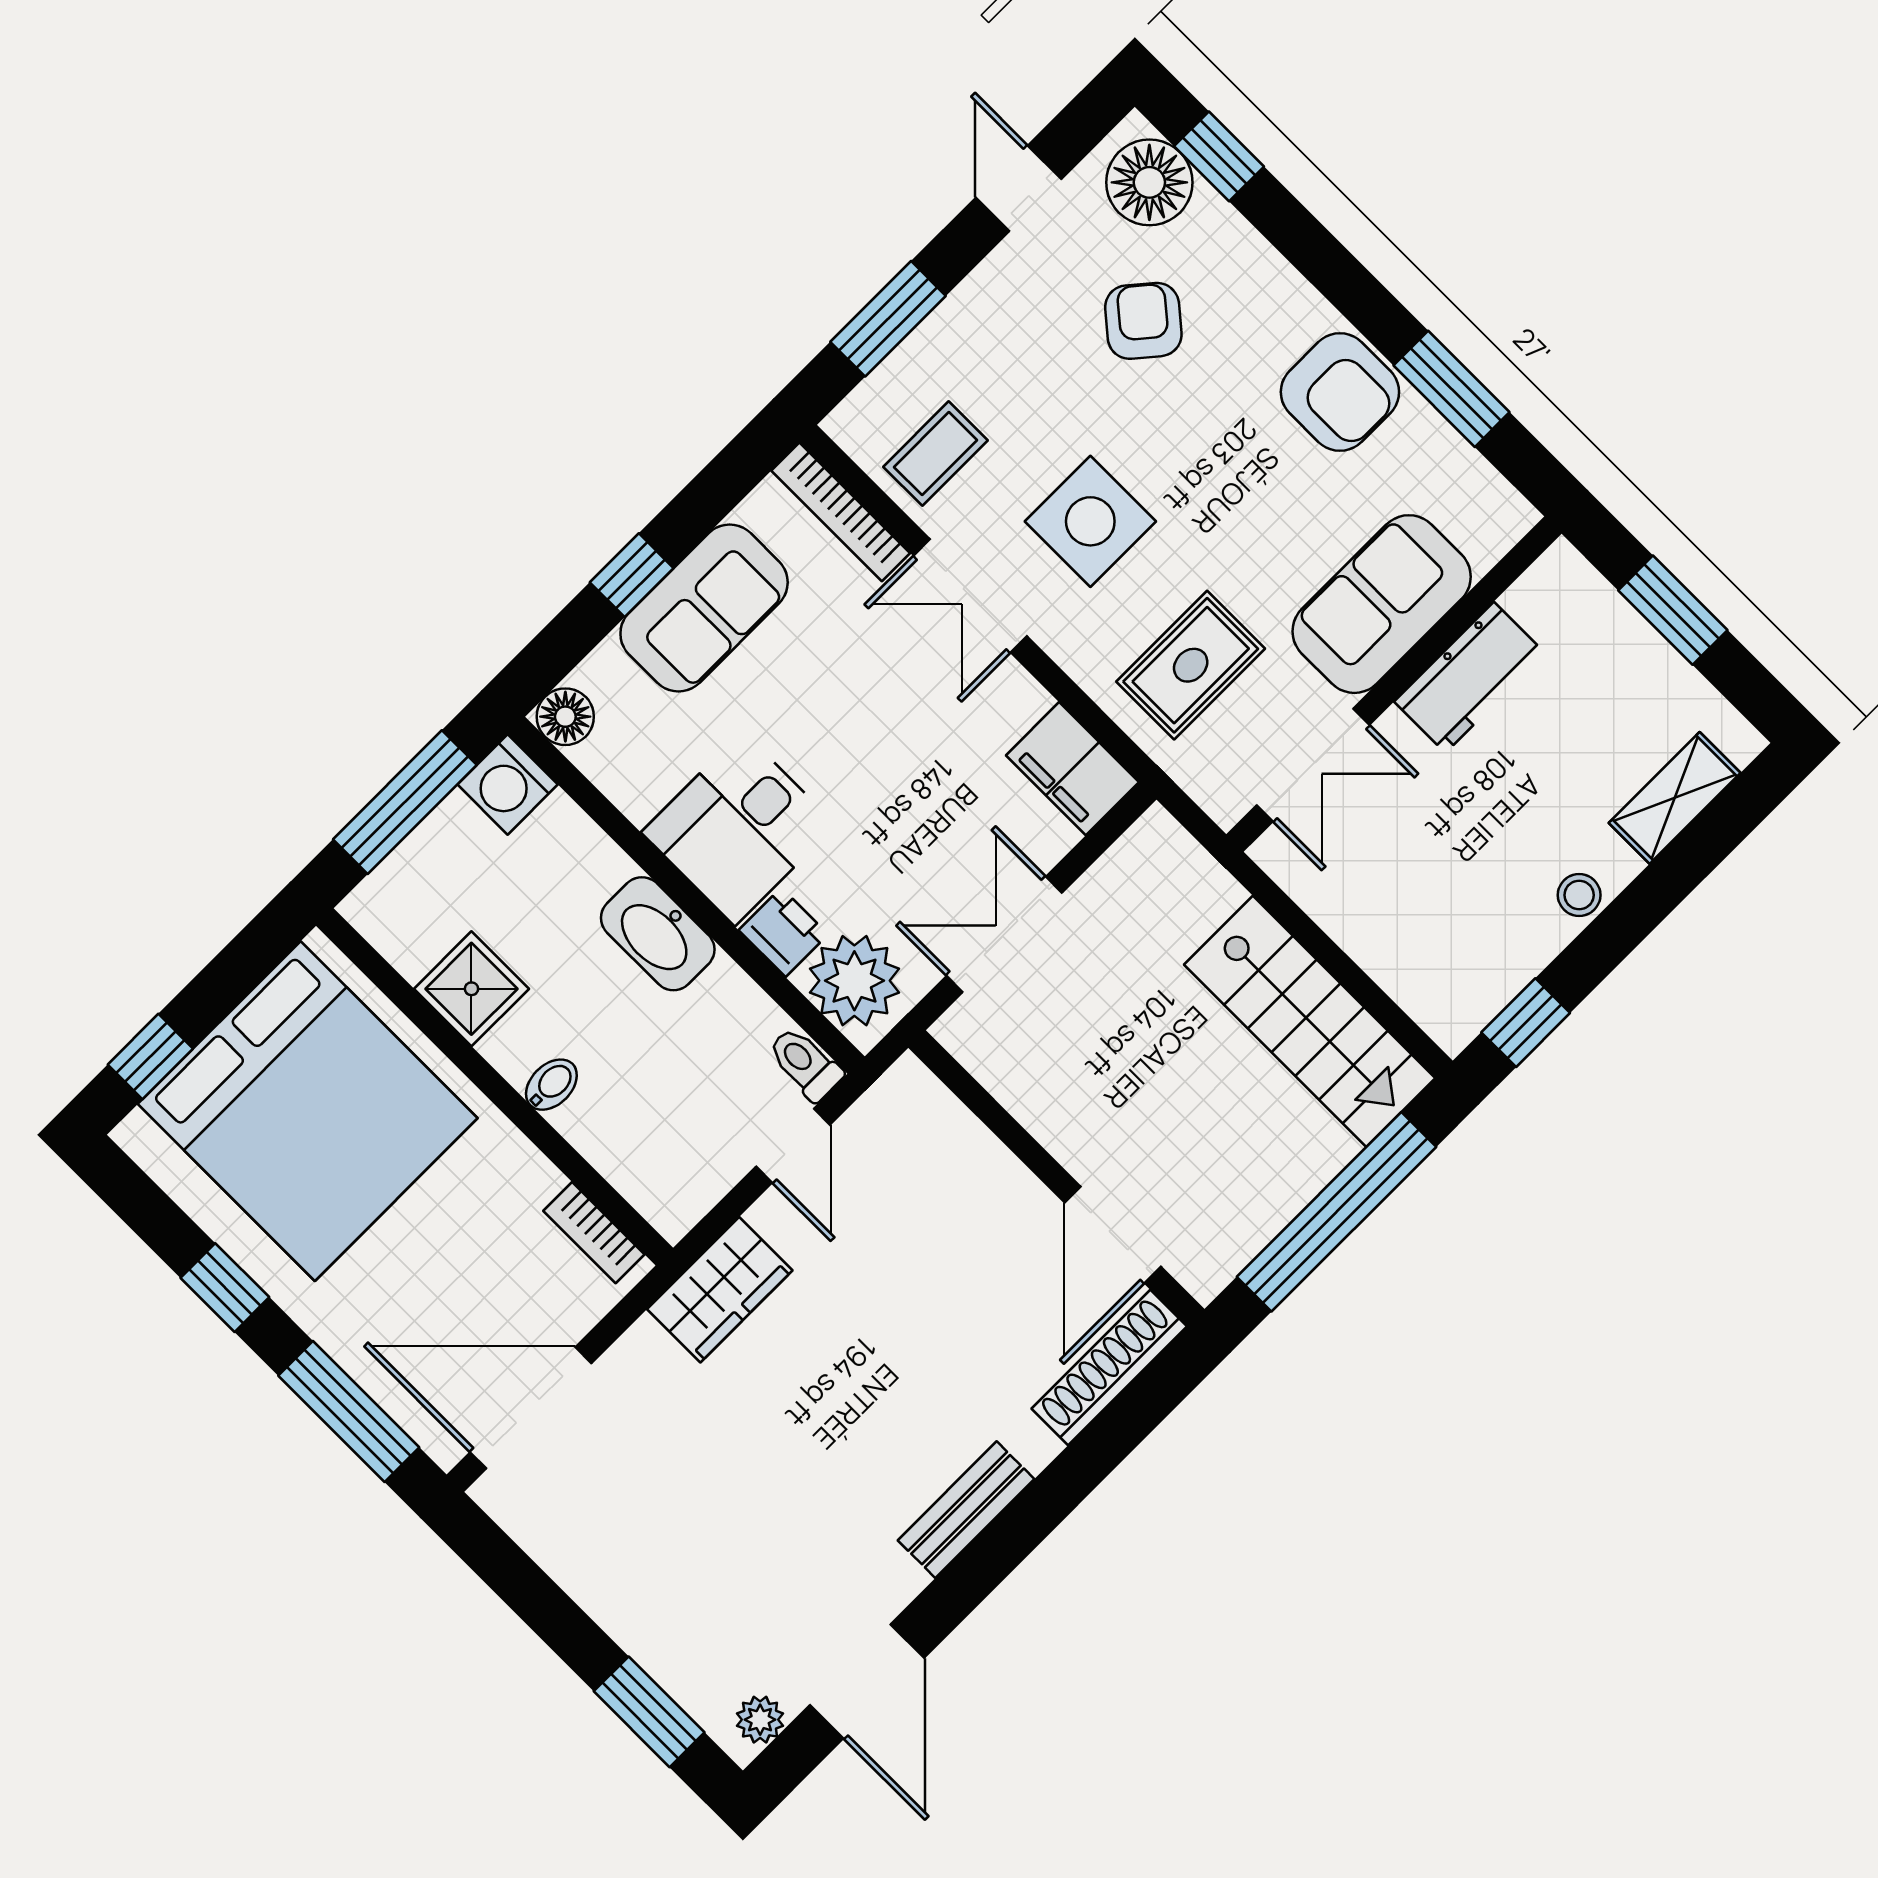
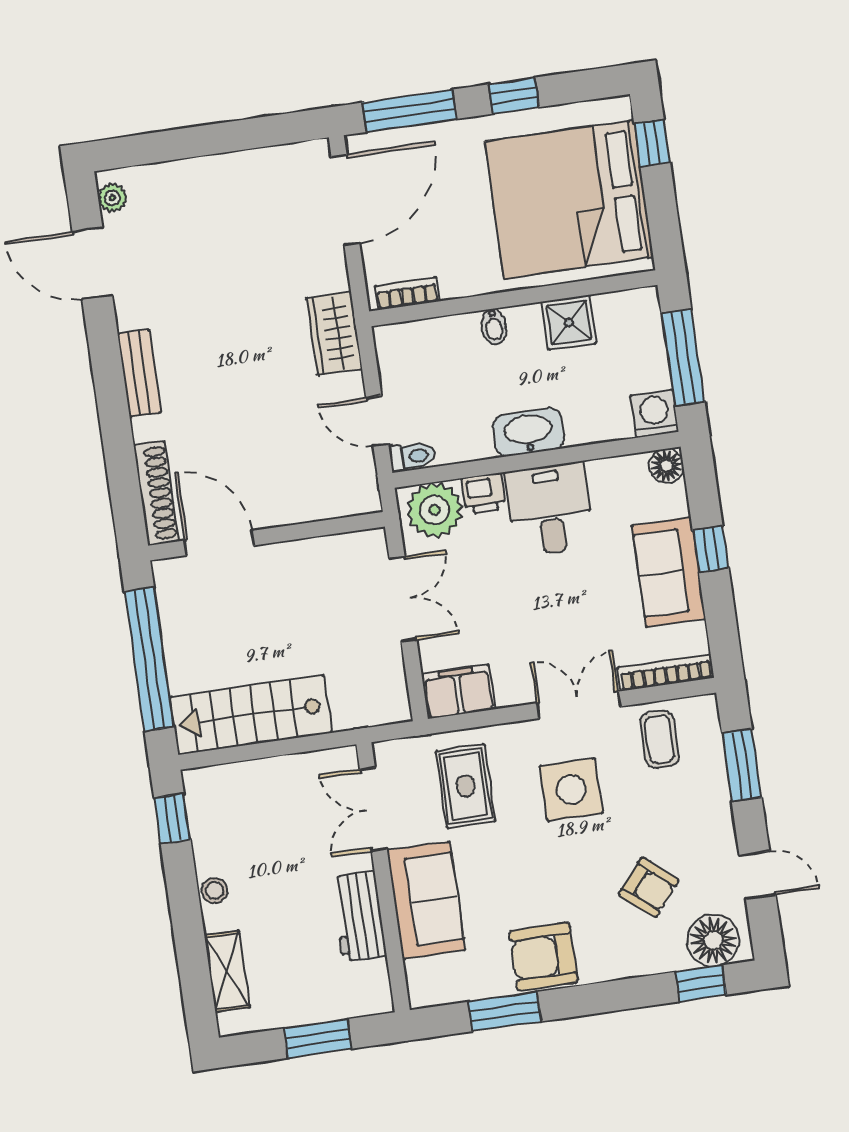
window: (649, 1712) -> (156, 147), removed

